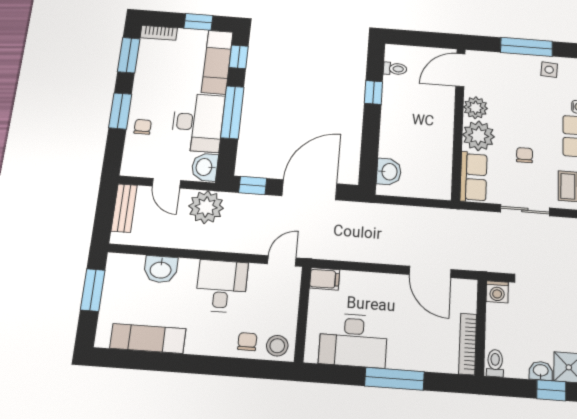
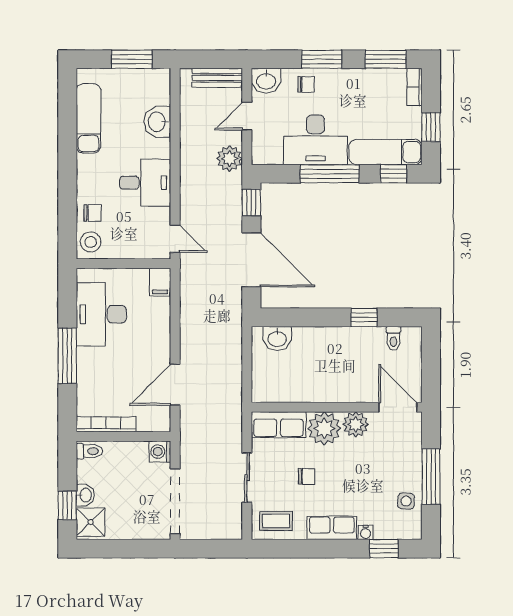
washbasin: (205, 167) -> (266, 81), moved, turned 180
plant: (206, 207) -> (229, 159), width x0.73, depth x0.73

